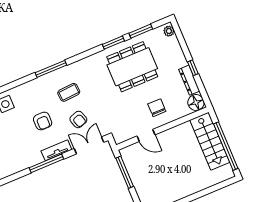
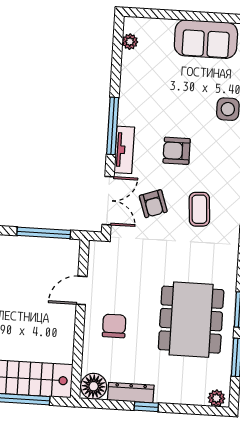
chair: (157, 108) -> (114, 326), turned -90
armchair: (78, 119) -> (153, 204), turned -91

